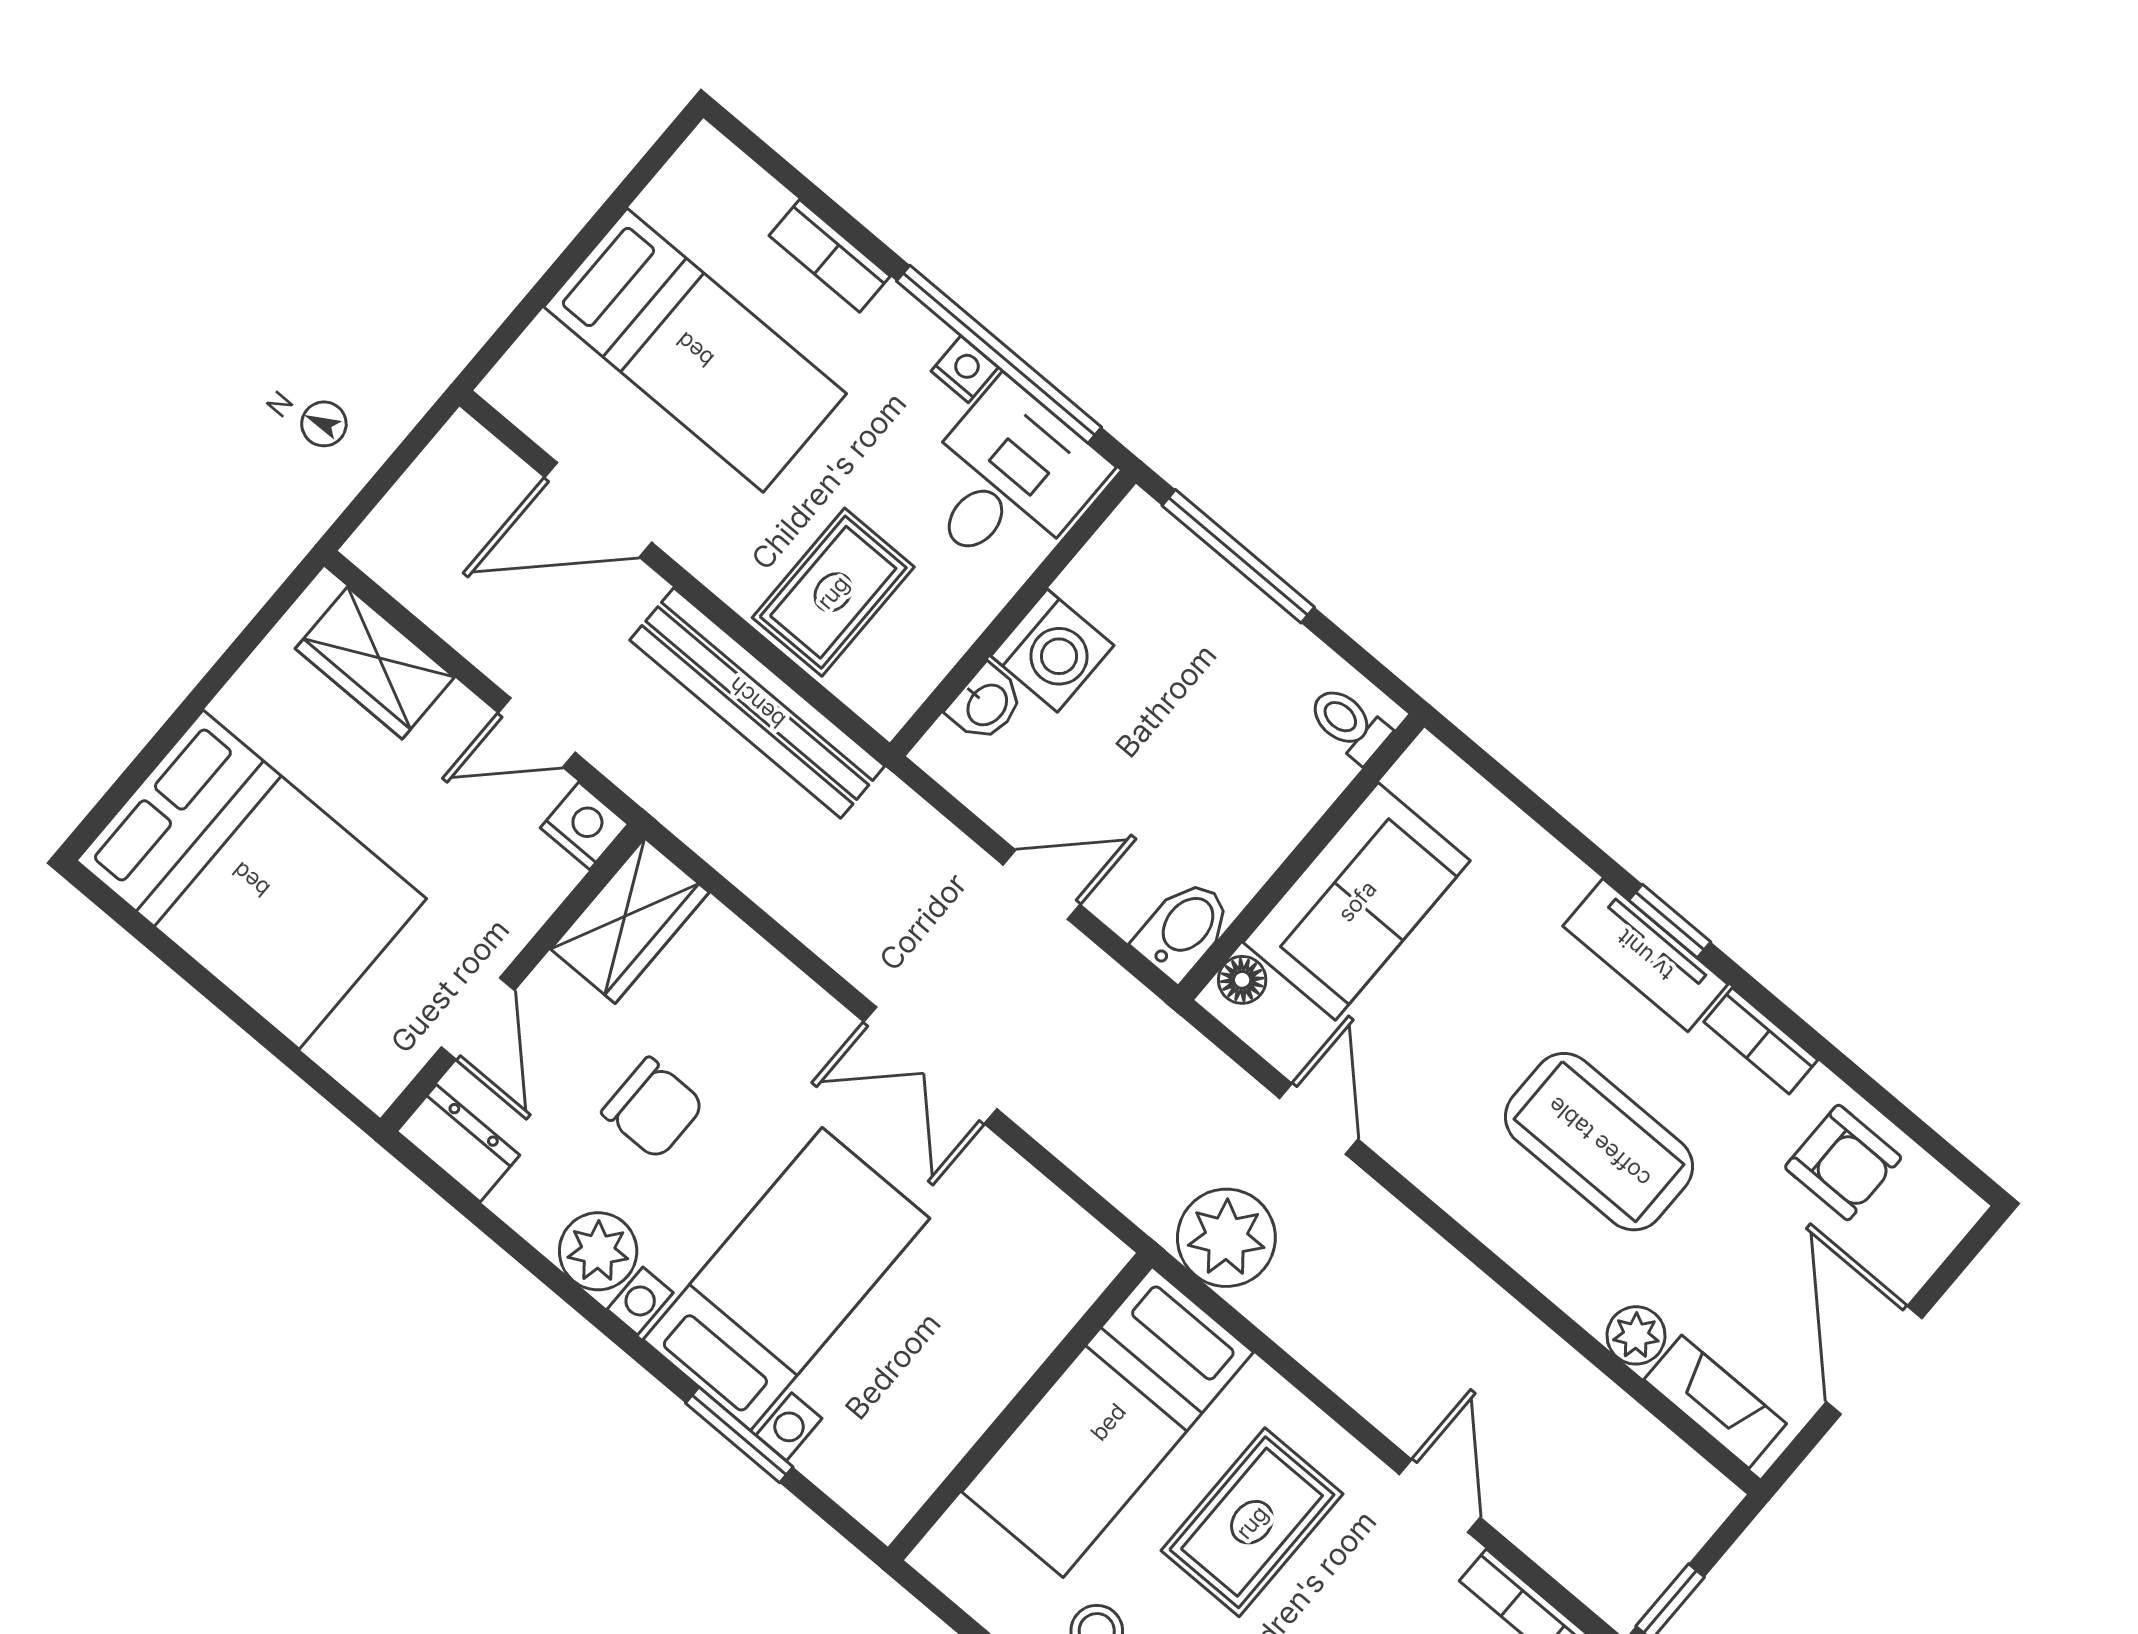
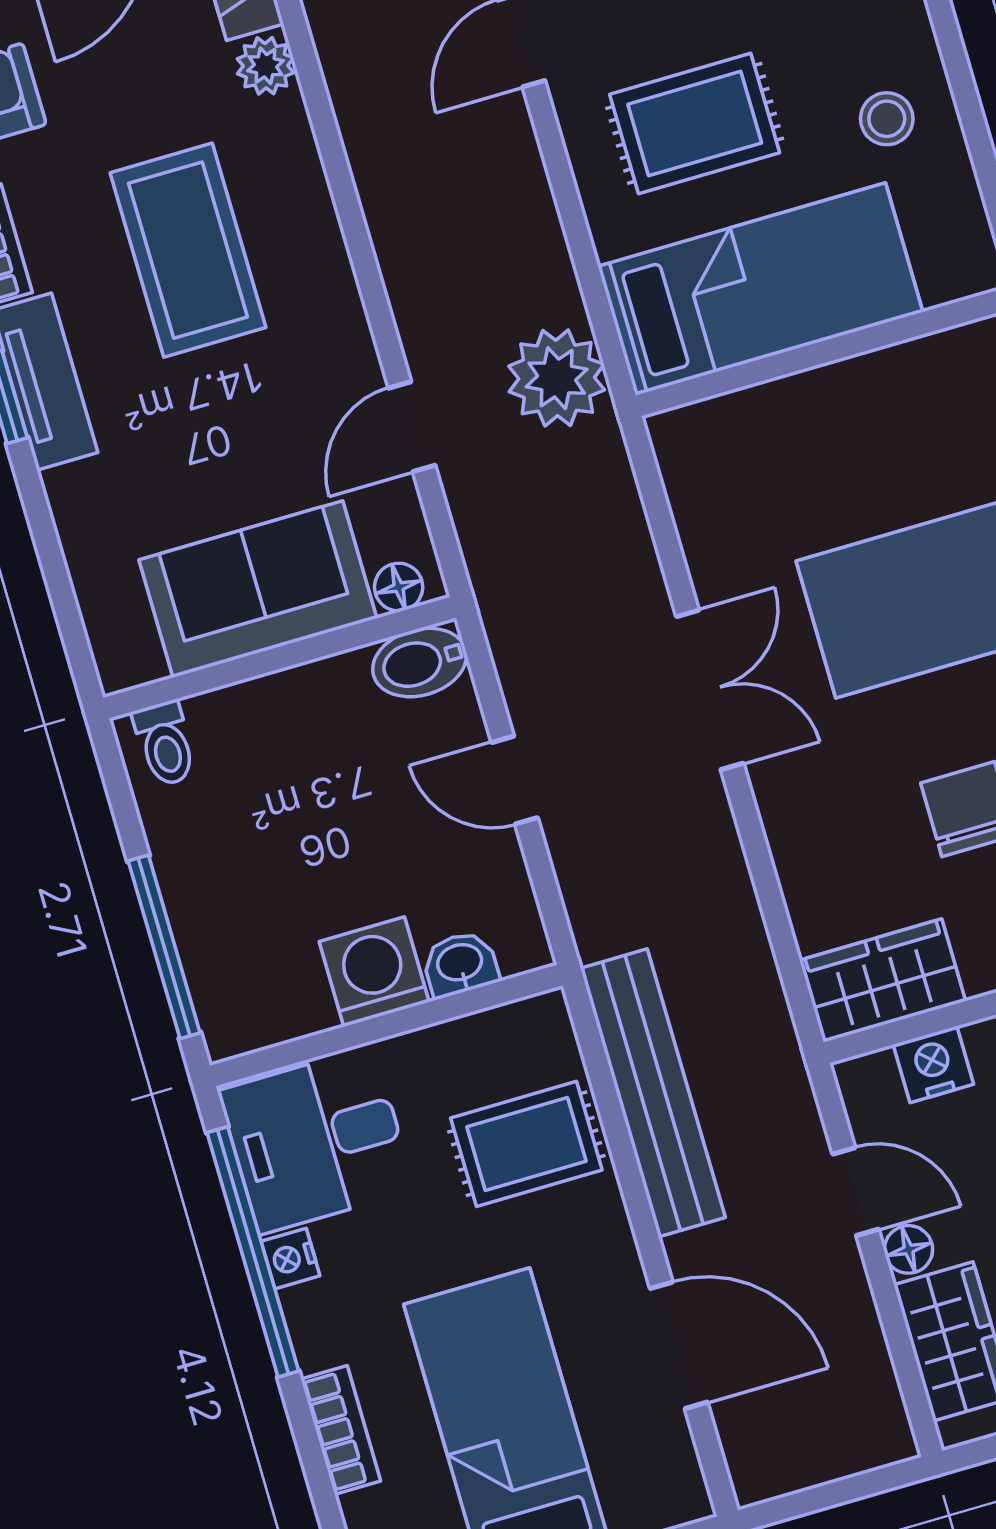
floor lamp: (462, 714) -> (908, 1249), added
nightstand: (584, 826) -> (933, 1064), moved, turned 90

